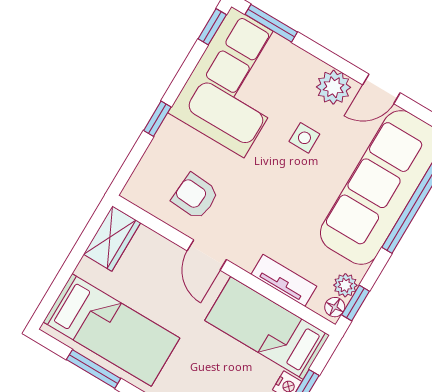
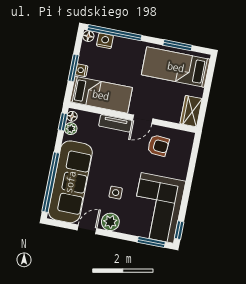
window: (157, 119) -> (190, 177), removed
door: (207, 255) -> (143, 119), swing flipped
tv unit: (284, 280) -> (115, 123), moved

